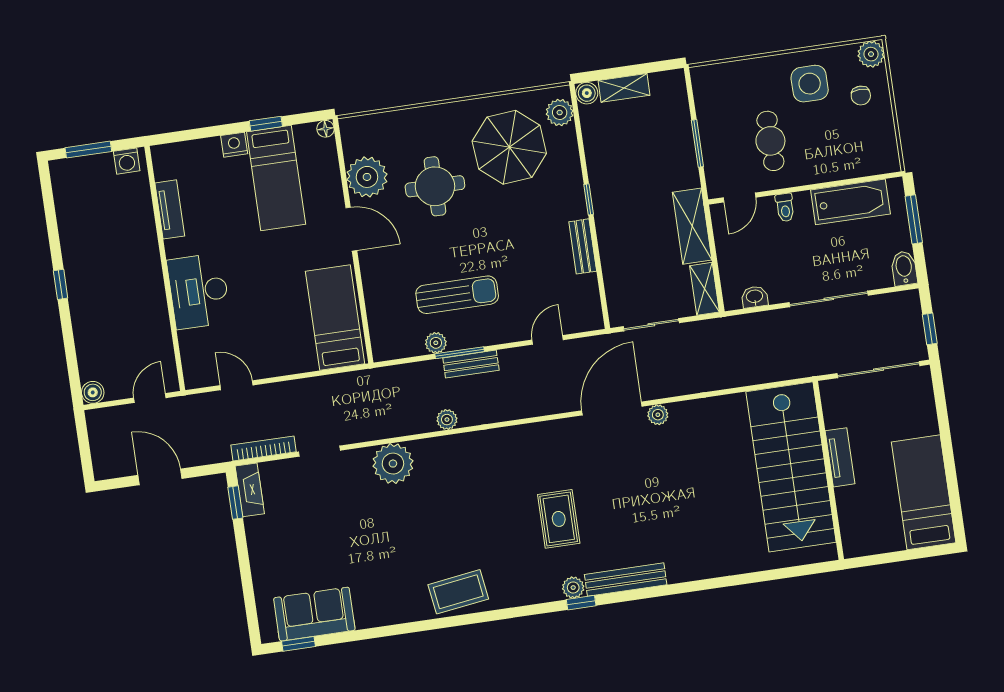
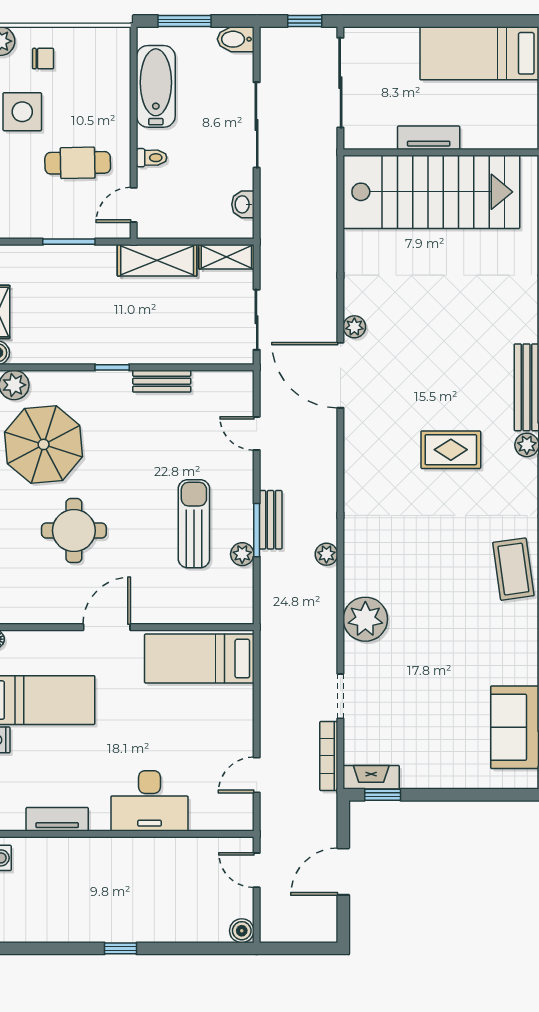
plant: (367, 177) -> (53, 602), removed
door: (740, 198) -> (134, 205), swing flipped

